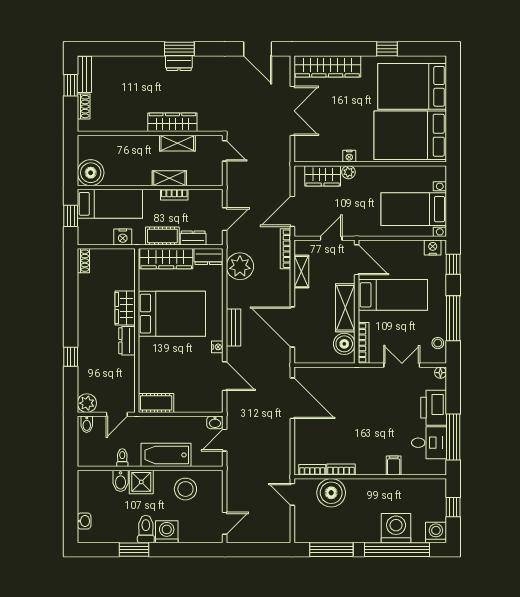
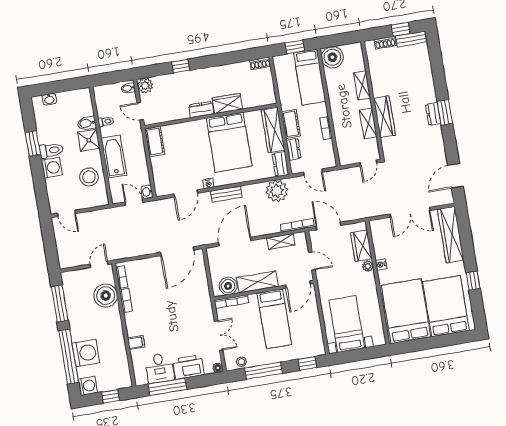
shelving: (169, 178) -> (362, 85), moved
nightstand: (123, 237) -> (285, 92), removed
nightstand: (433, 248) -> (318, 345), removed

